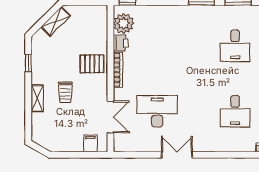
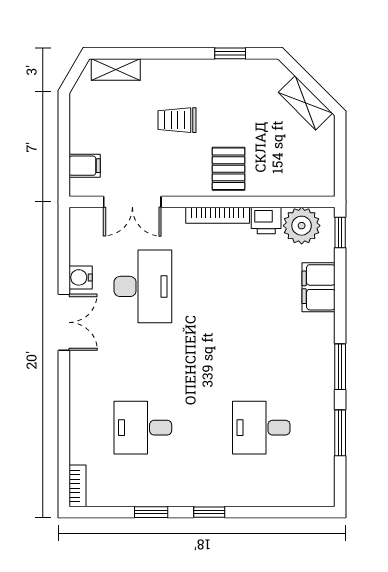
filing cabinet: (158, 14) -> (319, 287), added
shelving: (37, 98) -> (116, 69), moved
water cooler: (152, 146) -> (81, 277), added

